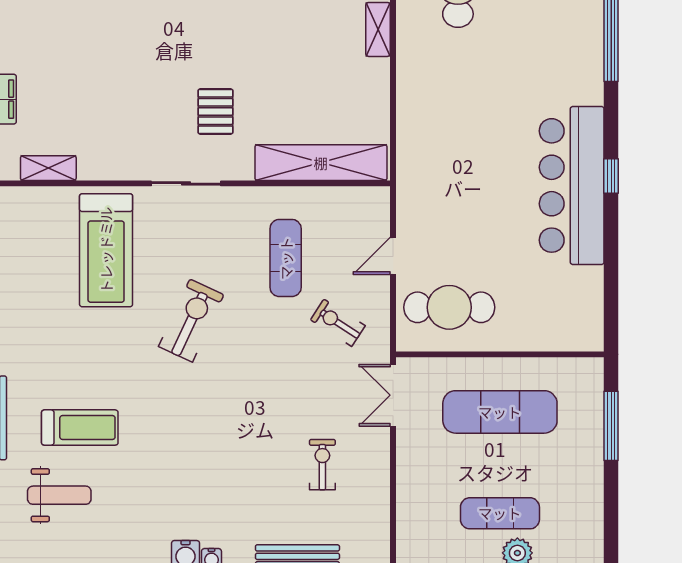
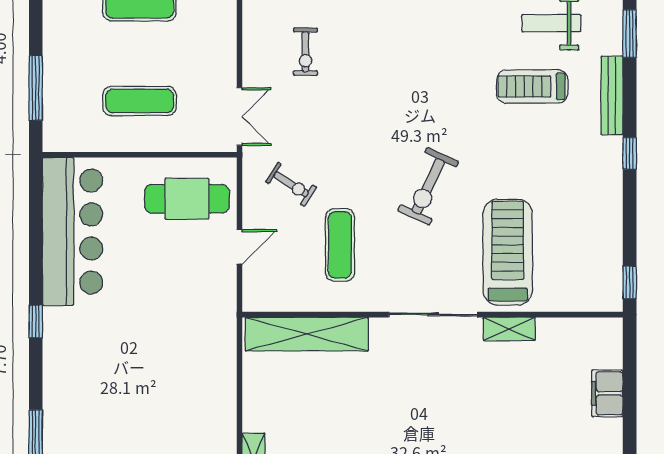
pallet: (215, 111) -> (405, 382), removed
shelving: (48, 168) -> (509, 329), moved
sliding door: (186, 183) -> (433, 315), width x1.37
bar counter: (572, 185) -> (73, 231), moved
exercise mat: (500, 412) -> (140, 101), width x0.73, depth x0.69

